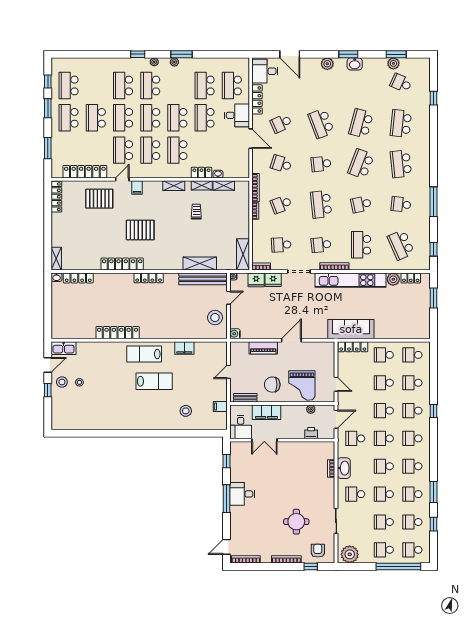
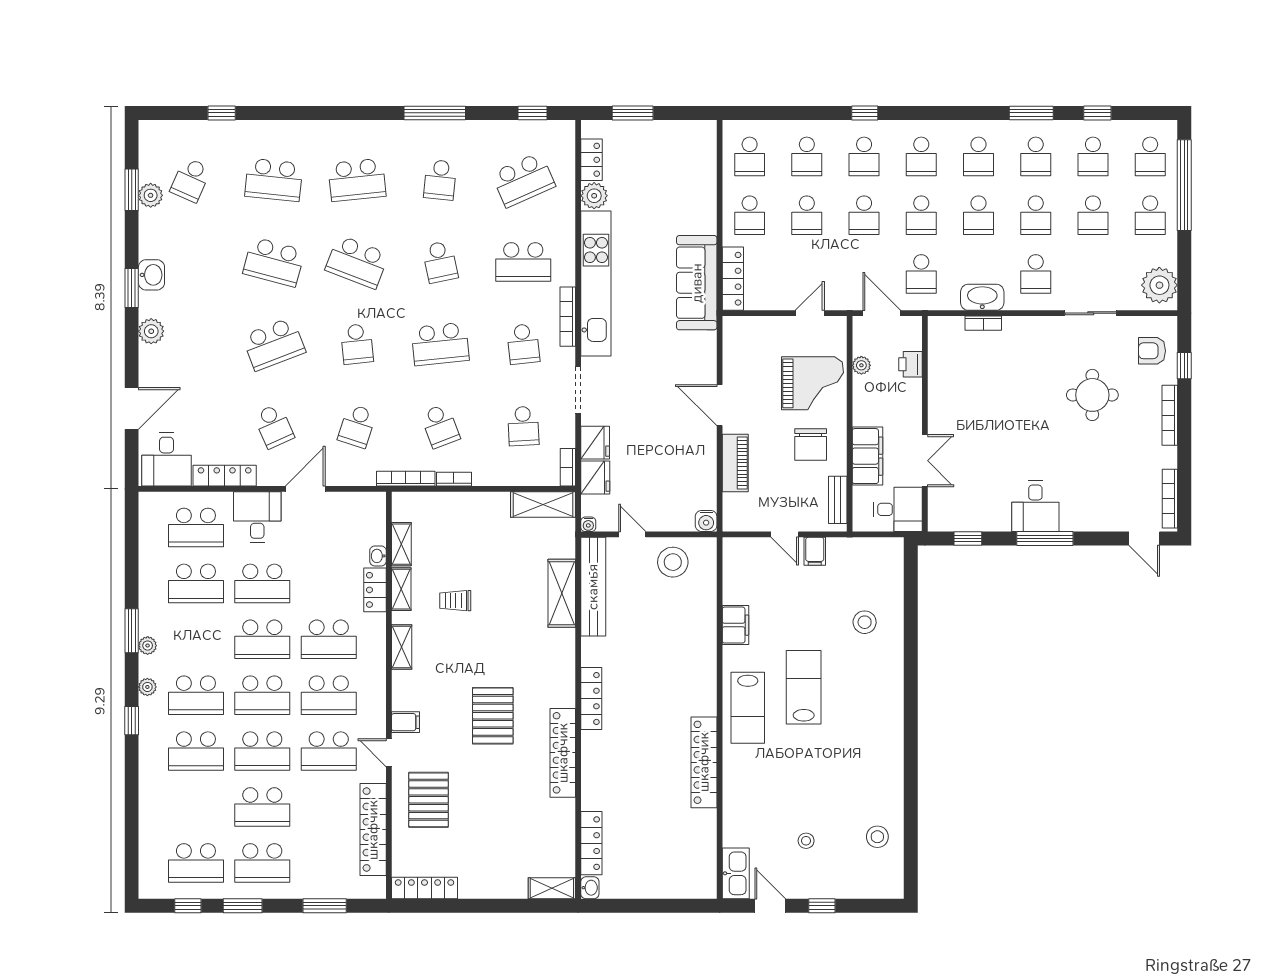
stool: (62, 382) -> (877, 837), moved
filing cabinet: (220, 407) -> (815, 551), moved

